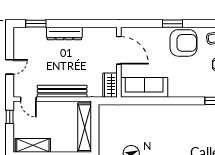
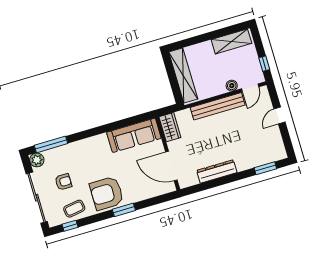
dresser: (64, 34) -> (217, 171), moved
door: (28, 99) -> (250, 88), swing flipped
boiler: (44, 106) -> (232, 86), added

